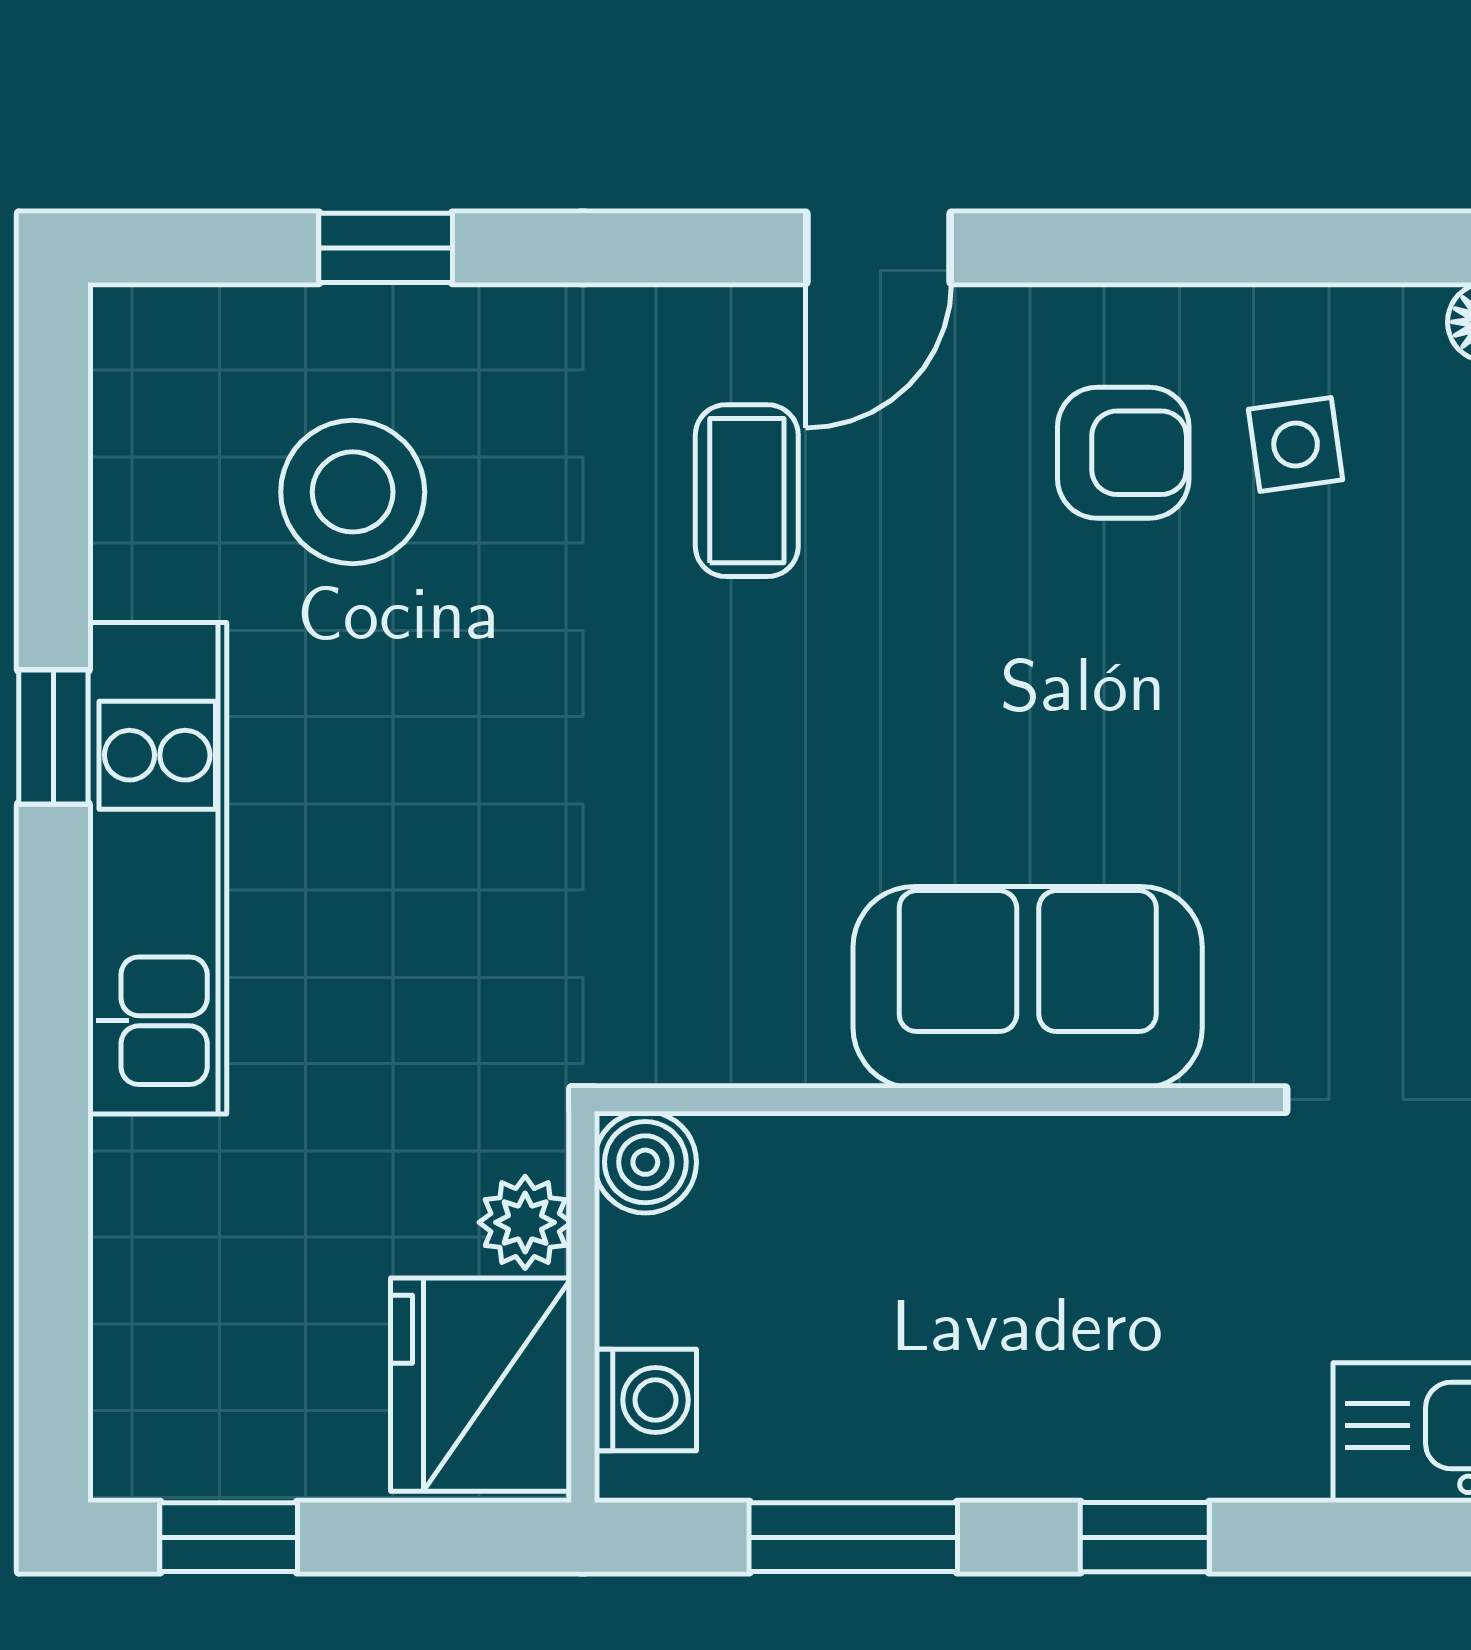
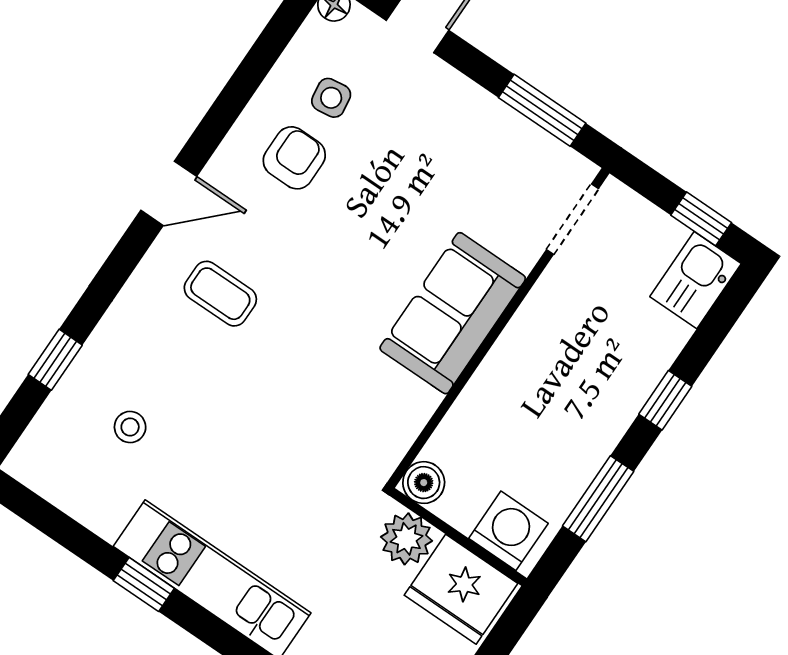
door: (879, 248) -> (169, 193), hinge flipped
stool: (353, 492) -> (130, 427), width x0.53, depth x0.53
plant: (525, 1222) -> (407, 539), width x1.38, depth x1.38
washing machine: (645, 1400) -> (508, 531), width x1.38, depth x1.38

